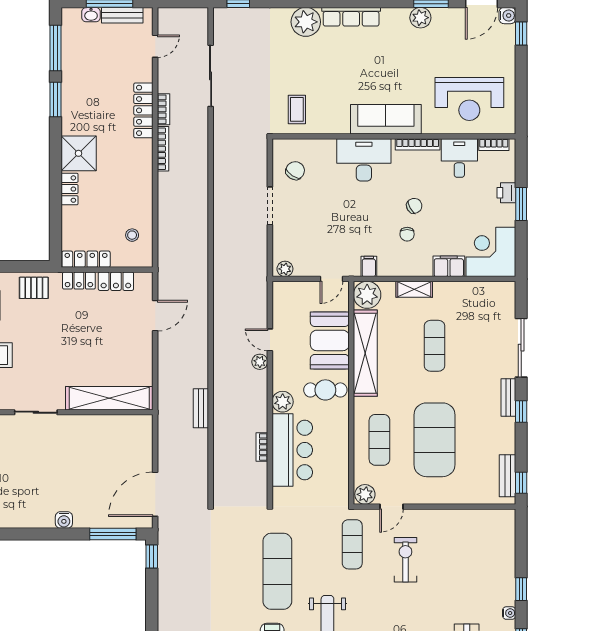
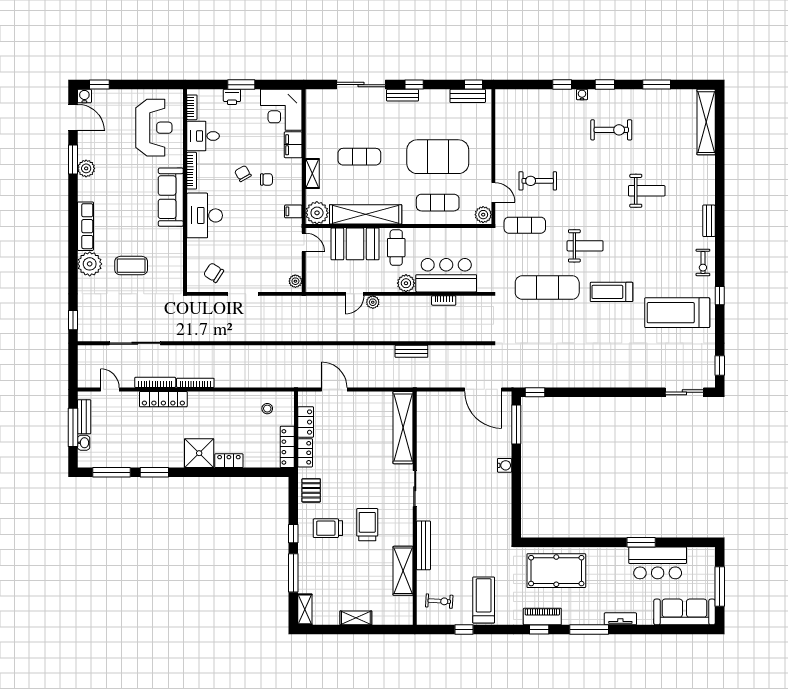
bookcase: (163, 109) -> (155, 382), width x1.56
coffee table: (297, 109) -> (131, 266), moved, width x1.36, depth x1.30

